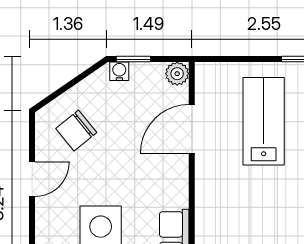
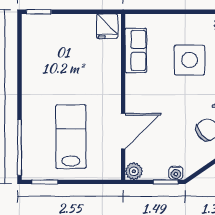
lab bench: (264, 121) -> (71, 137), turned 180

